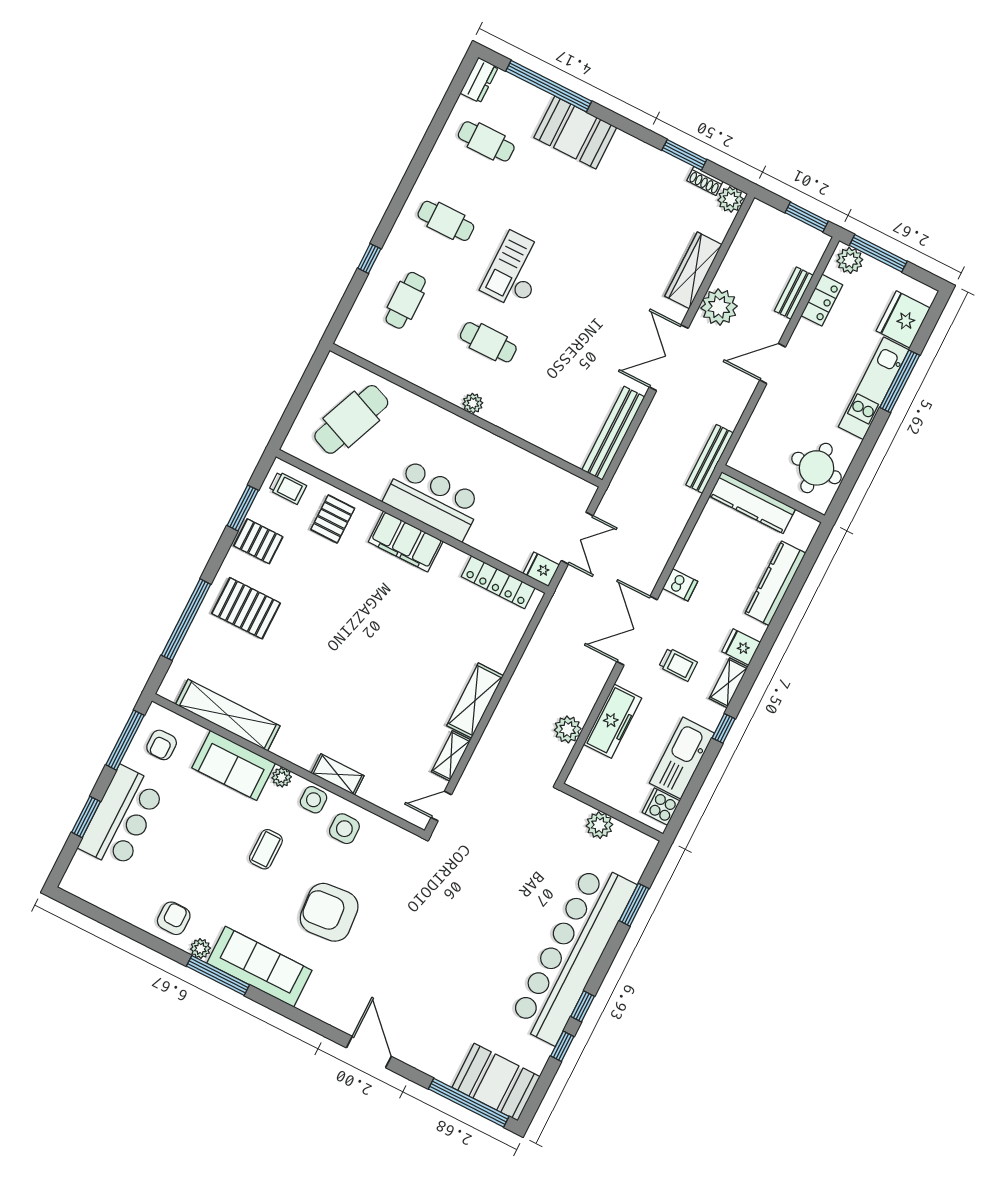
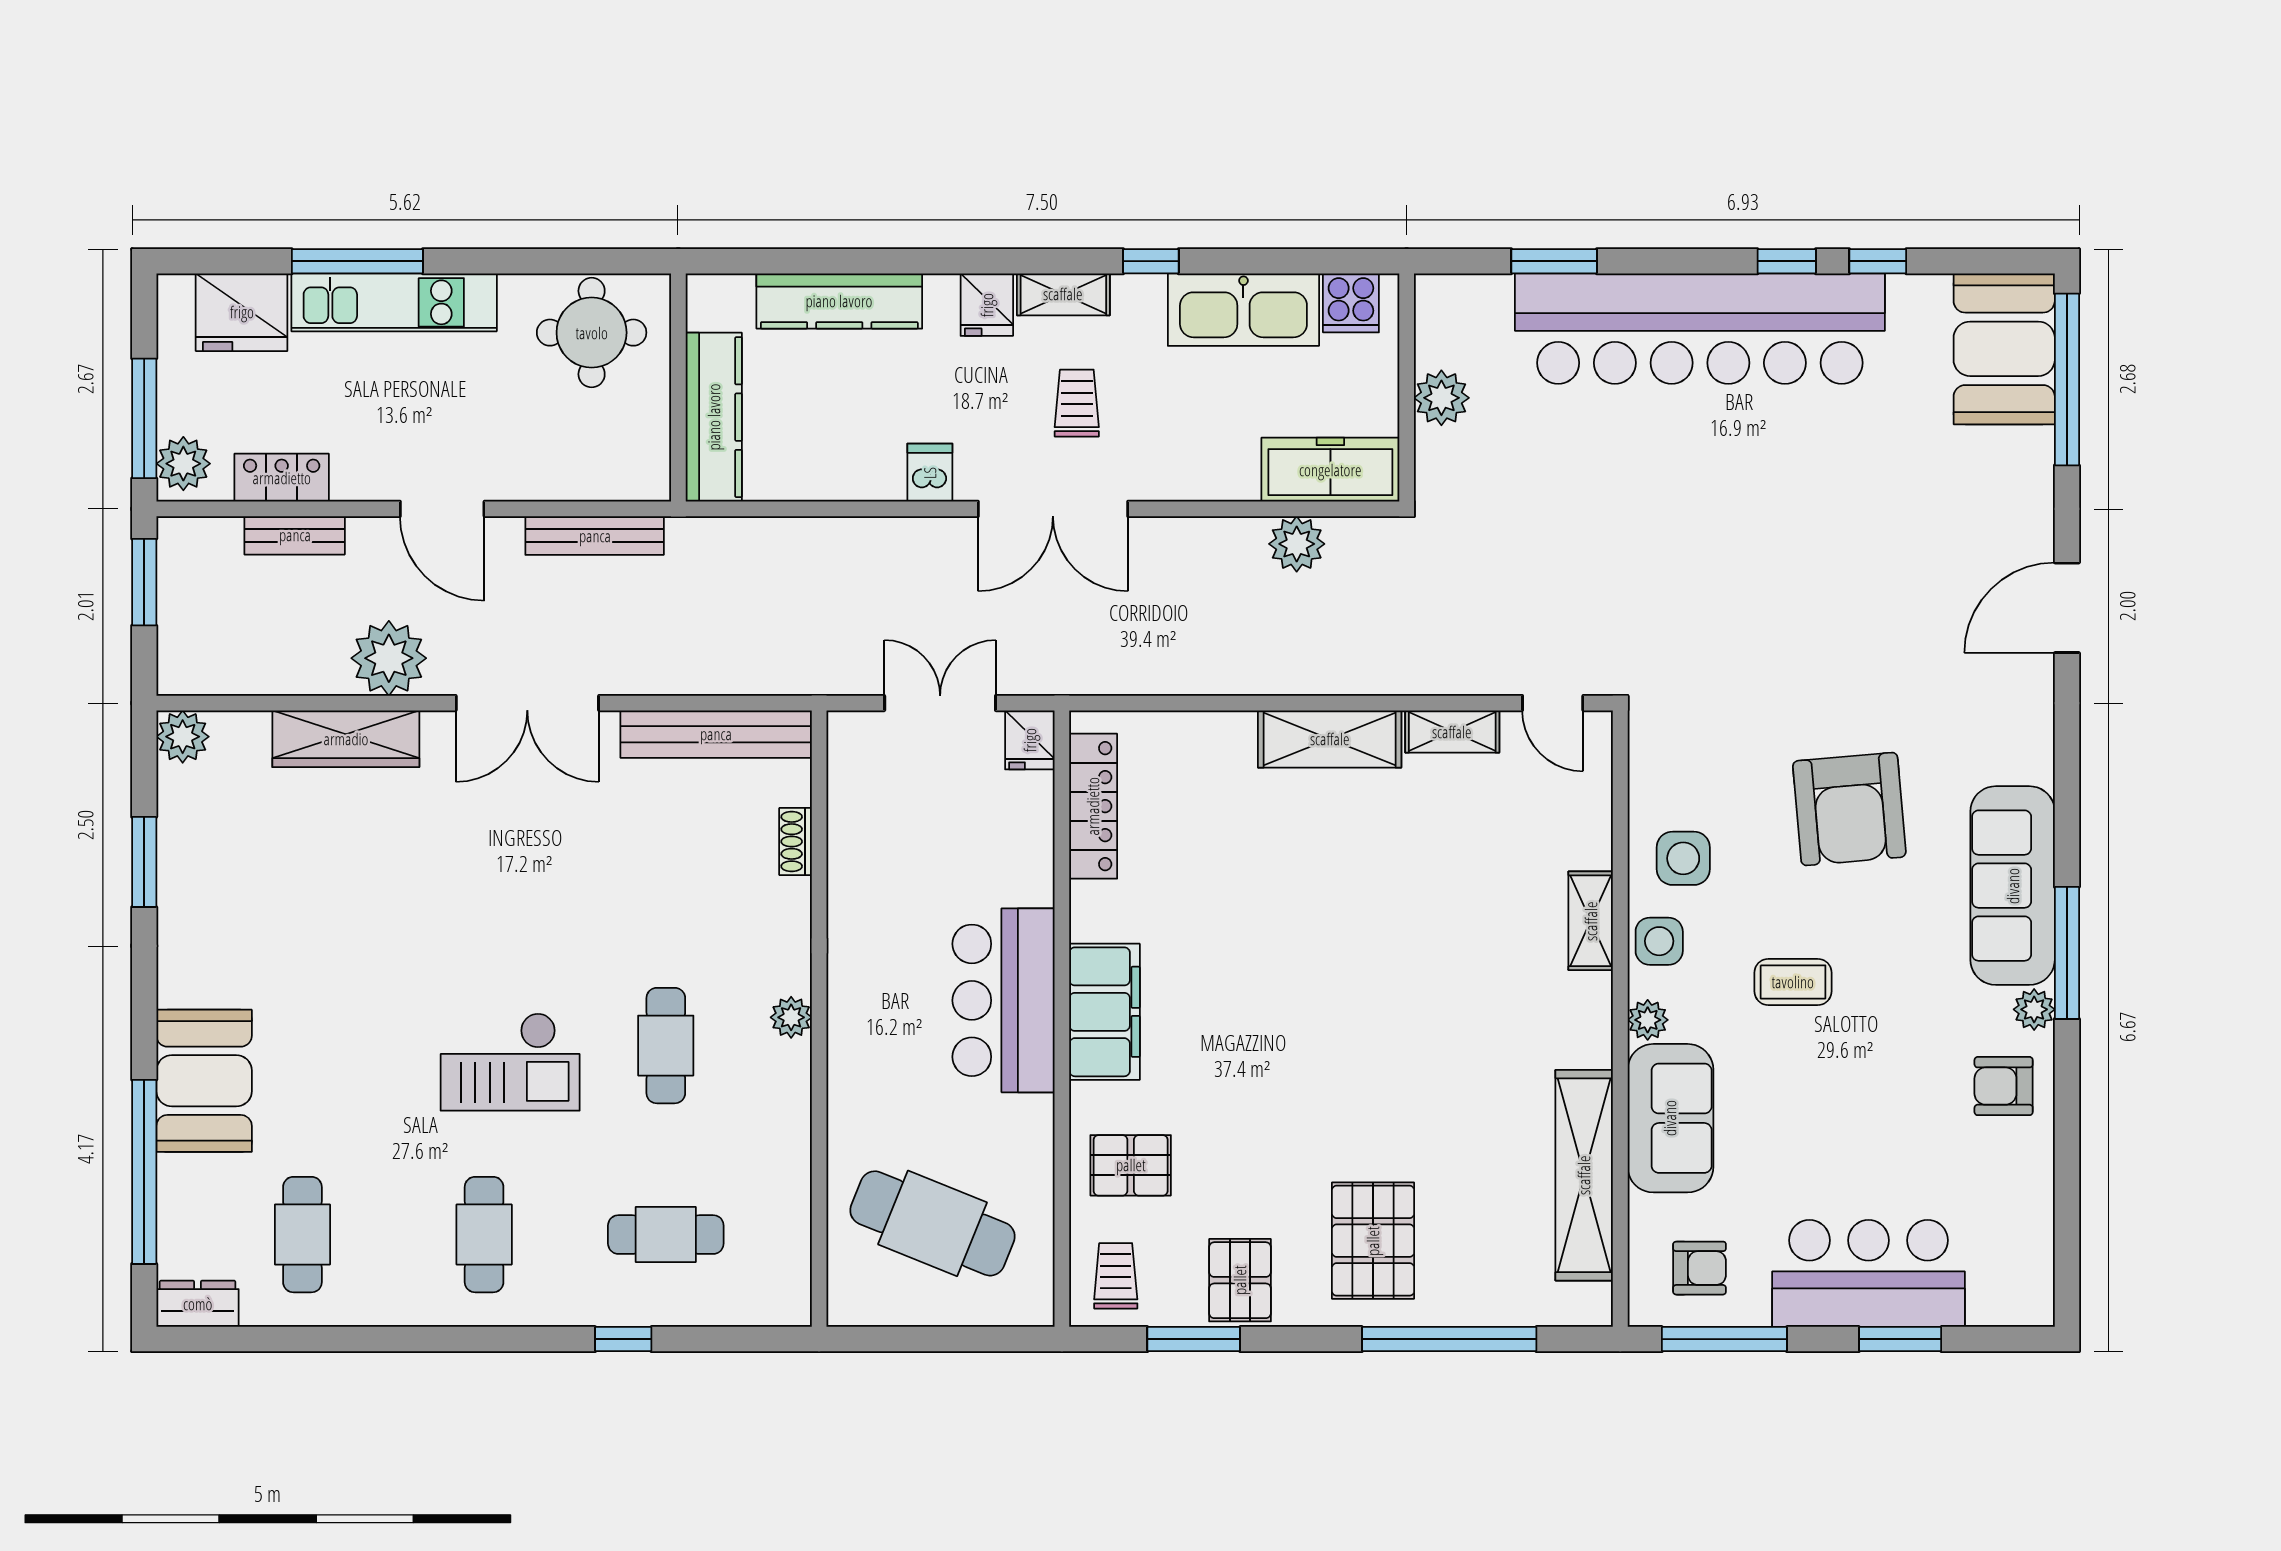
shoe rack: (705, 181) -> (796, 842), moved, turned 180
bench: (710, 459) -> (595, 536), moved
freezer: (613, 721) -> (1330, 470), moved

